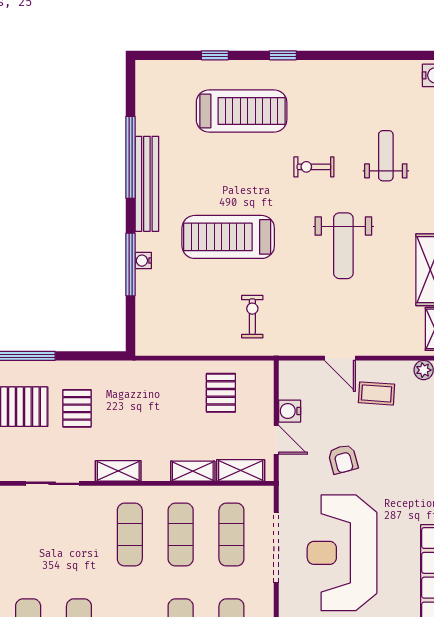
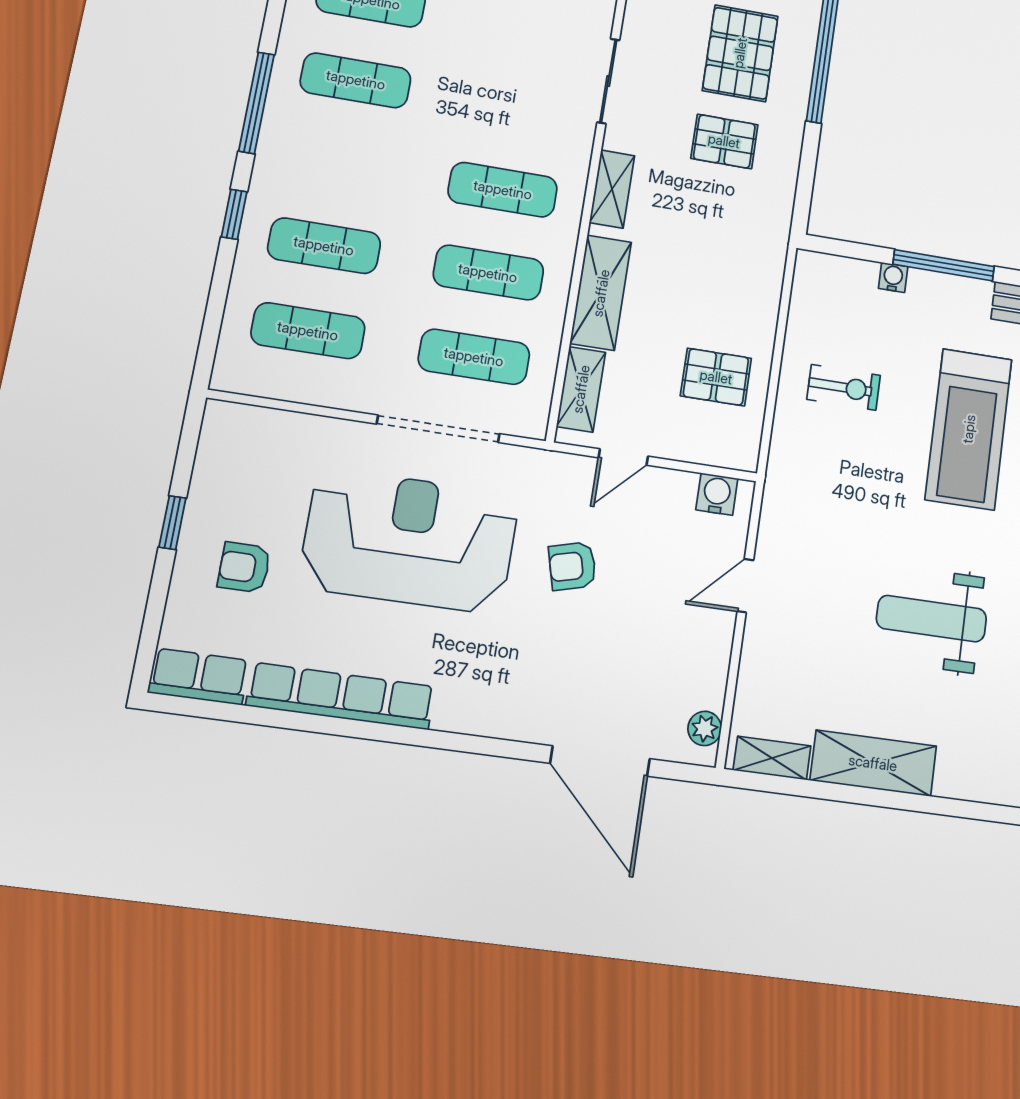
treadmill: (228, 237) -> (969, 429), turned 180
water cooler: (143, 261) -> (893, 277), moved
exercise bike: (252, 317) -> (844, 387), moved
coffee table: (377, 393) -> (676, 640), removed
water cooler: (290, 411) -> (717, 494), moved
shelving: (193, 471) -> (601, 293), width x1.50, depth x1.33

